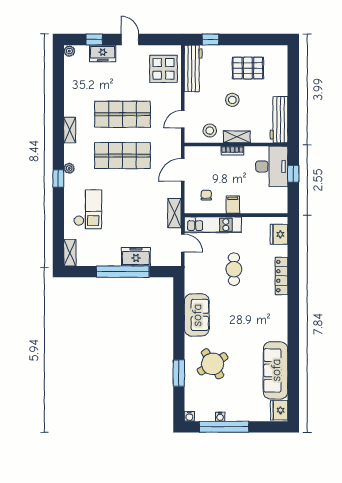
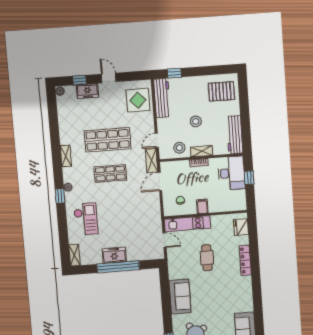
pallet: (248, 68) -> (221, 91), moved
shop shelf: (122, 156) -> (110, 173), width x0.70, depth x0.74
shelving: (174, 213) -> (152, 161), moved
freezer: (136, 257) -> (114, 255), moved

